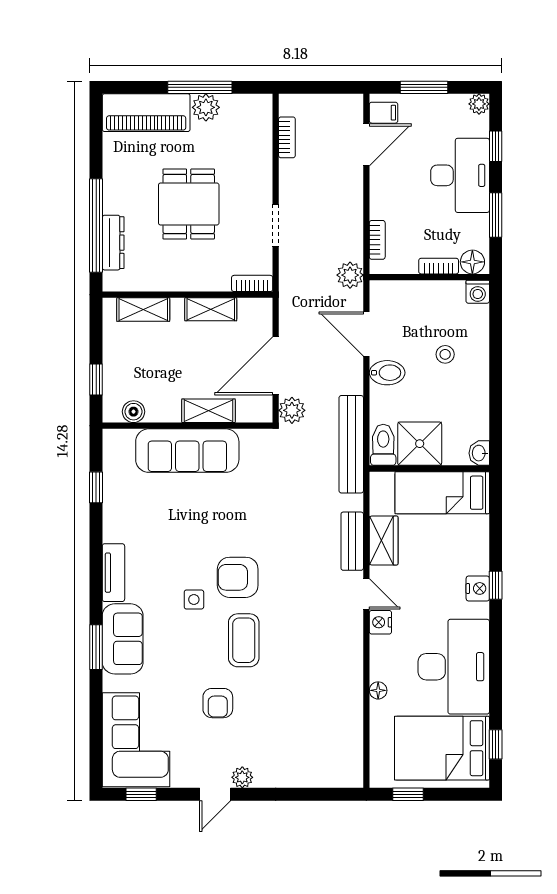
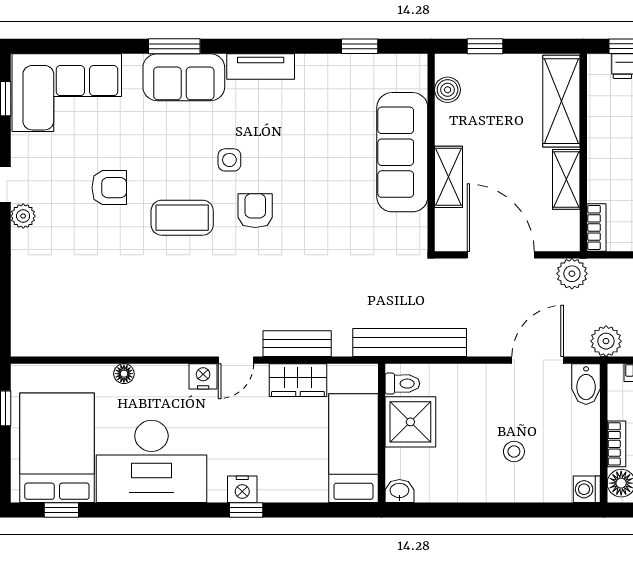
shelving: (143, 310) -> (561, 101), width x1.50, depth x1.33
bidet: (387, 373) -> (586, 384), moved
plant: (292, 410) -> (572, 274), moved
toilet: (383, 445) -> (402, 384), width x0.73, depth x0.72
armchair: (238, 577) -> (255, 211), width x0.72, depth x0.72
armchair: (218, 703) -> (109, 188), turned 180

